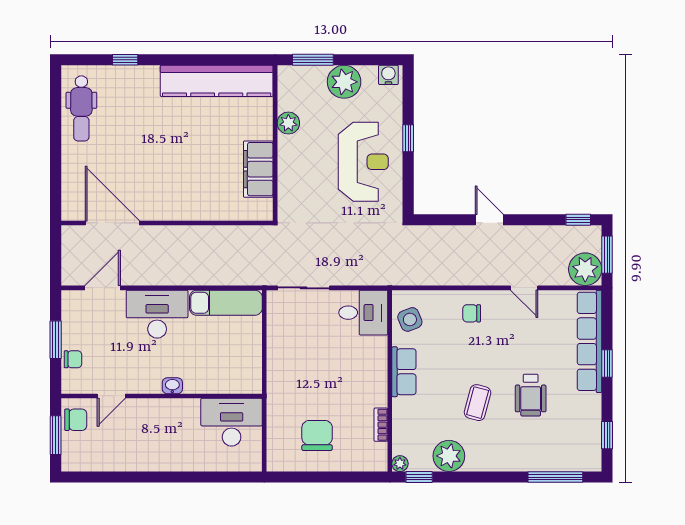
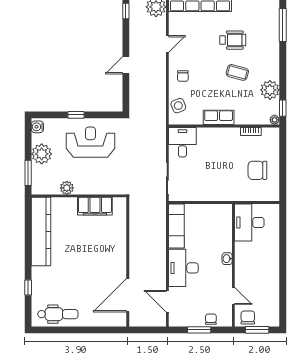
side table: (410, 319) -> (178, 106), moved

